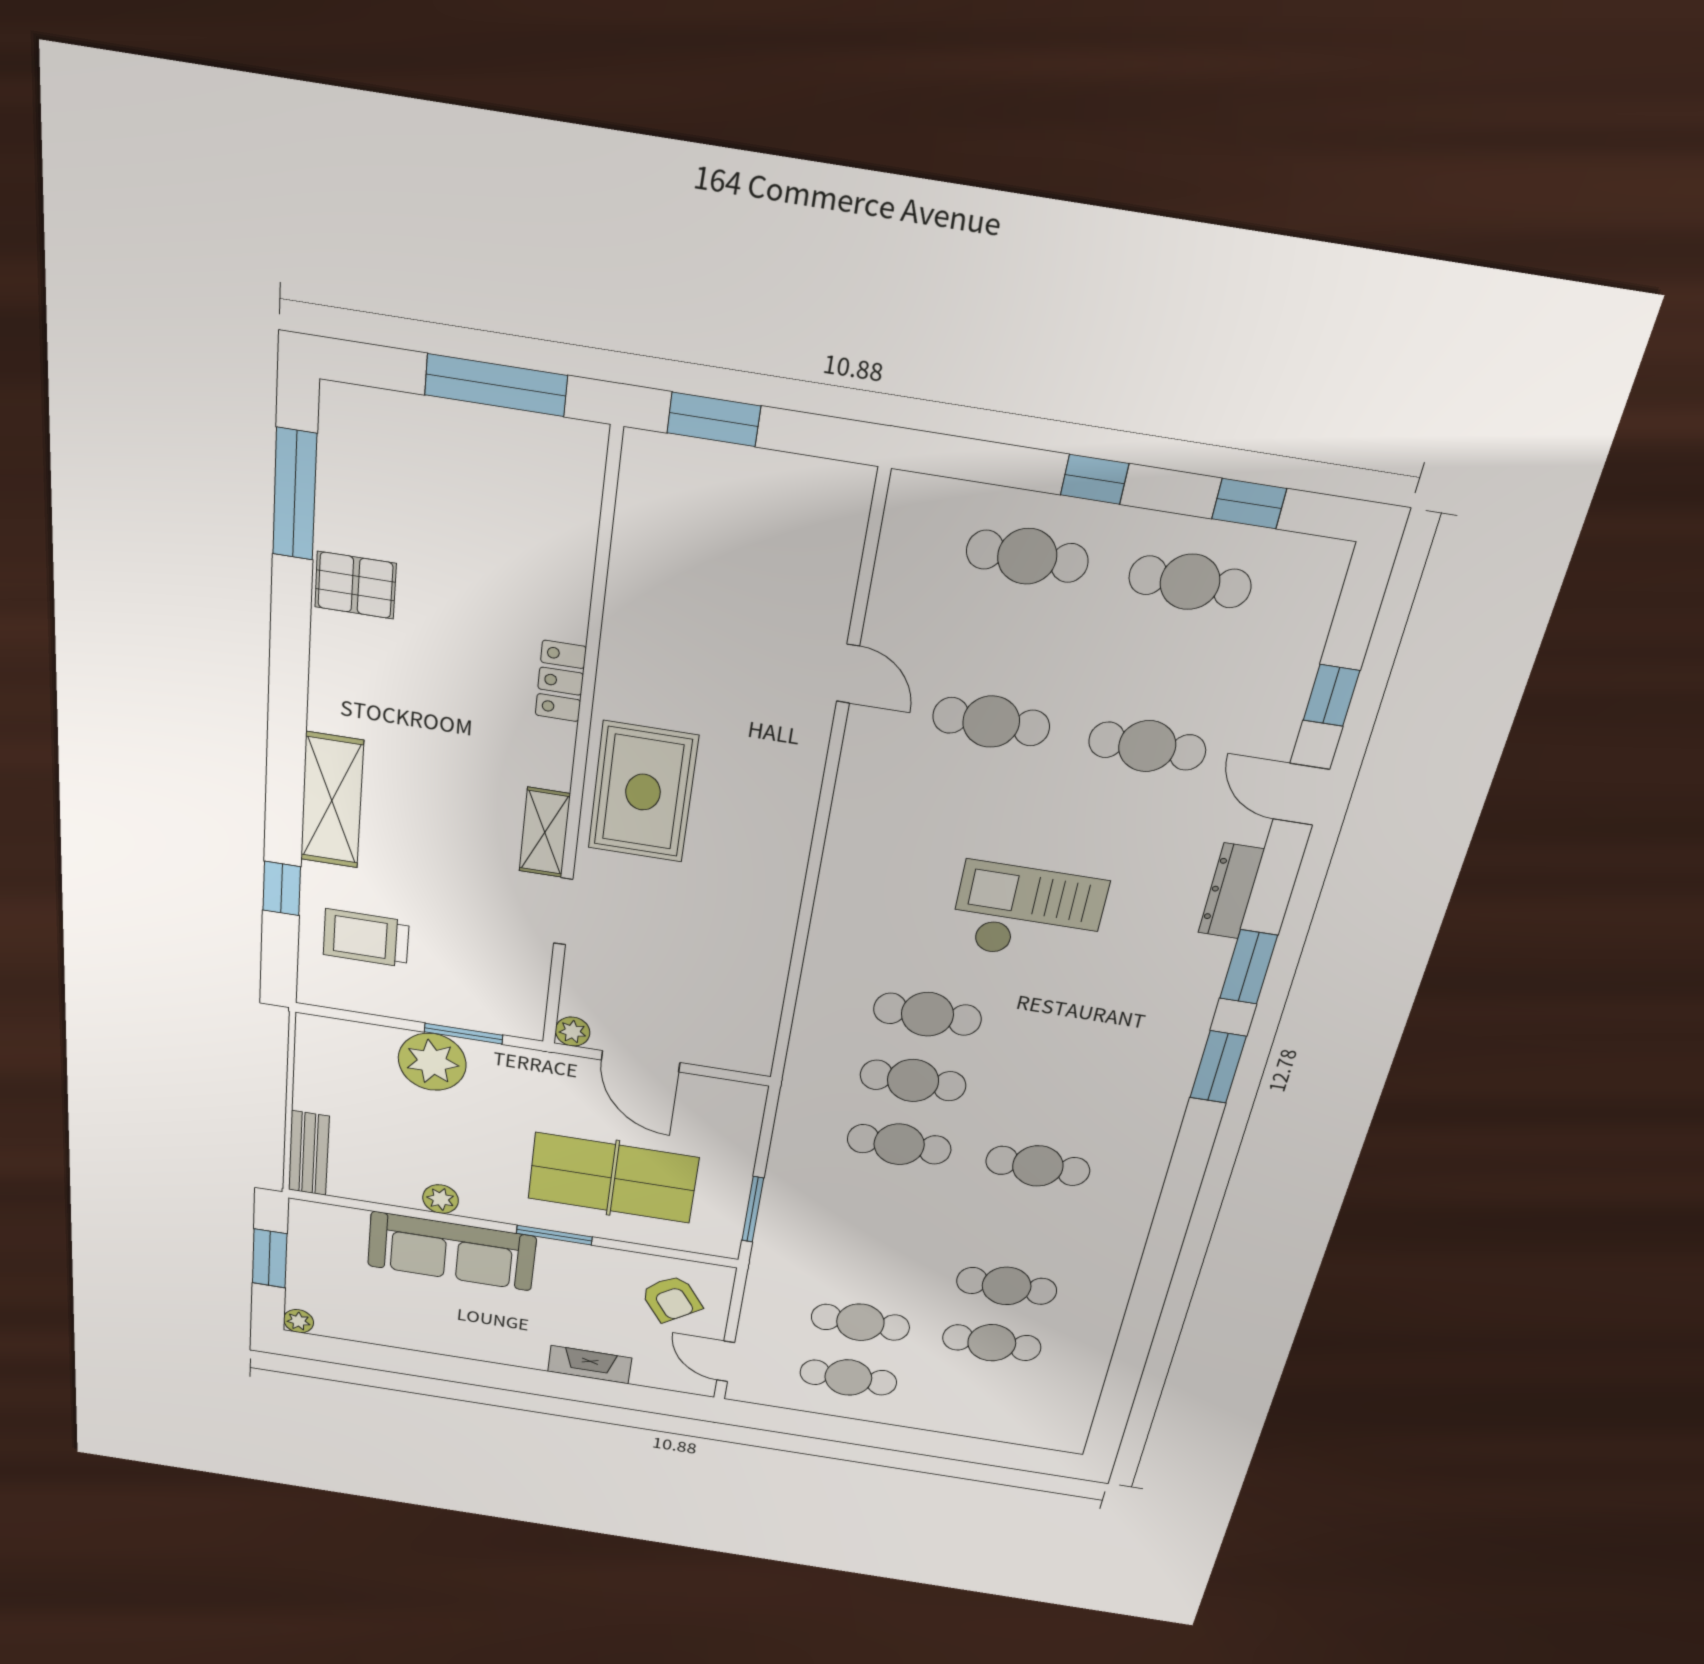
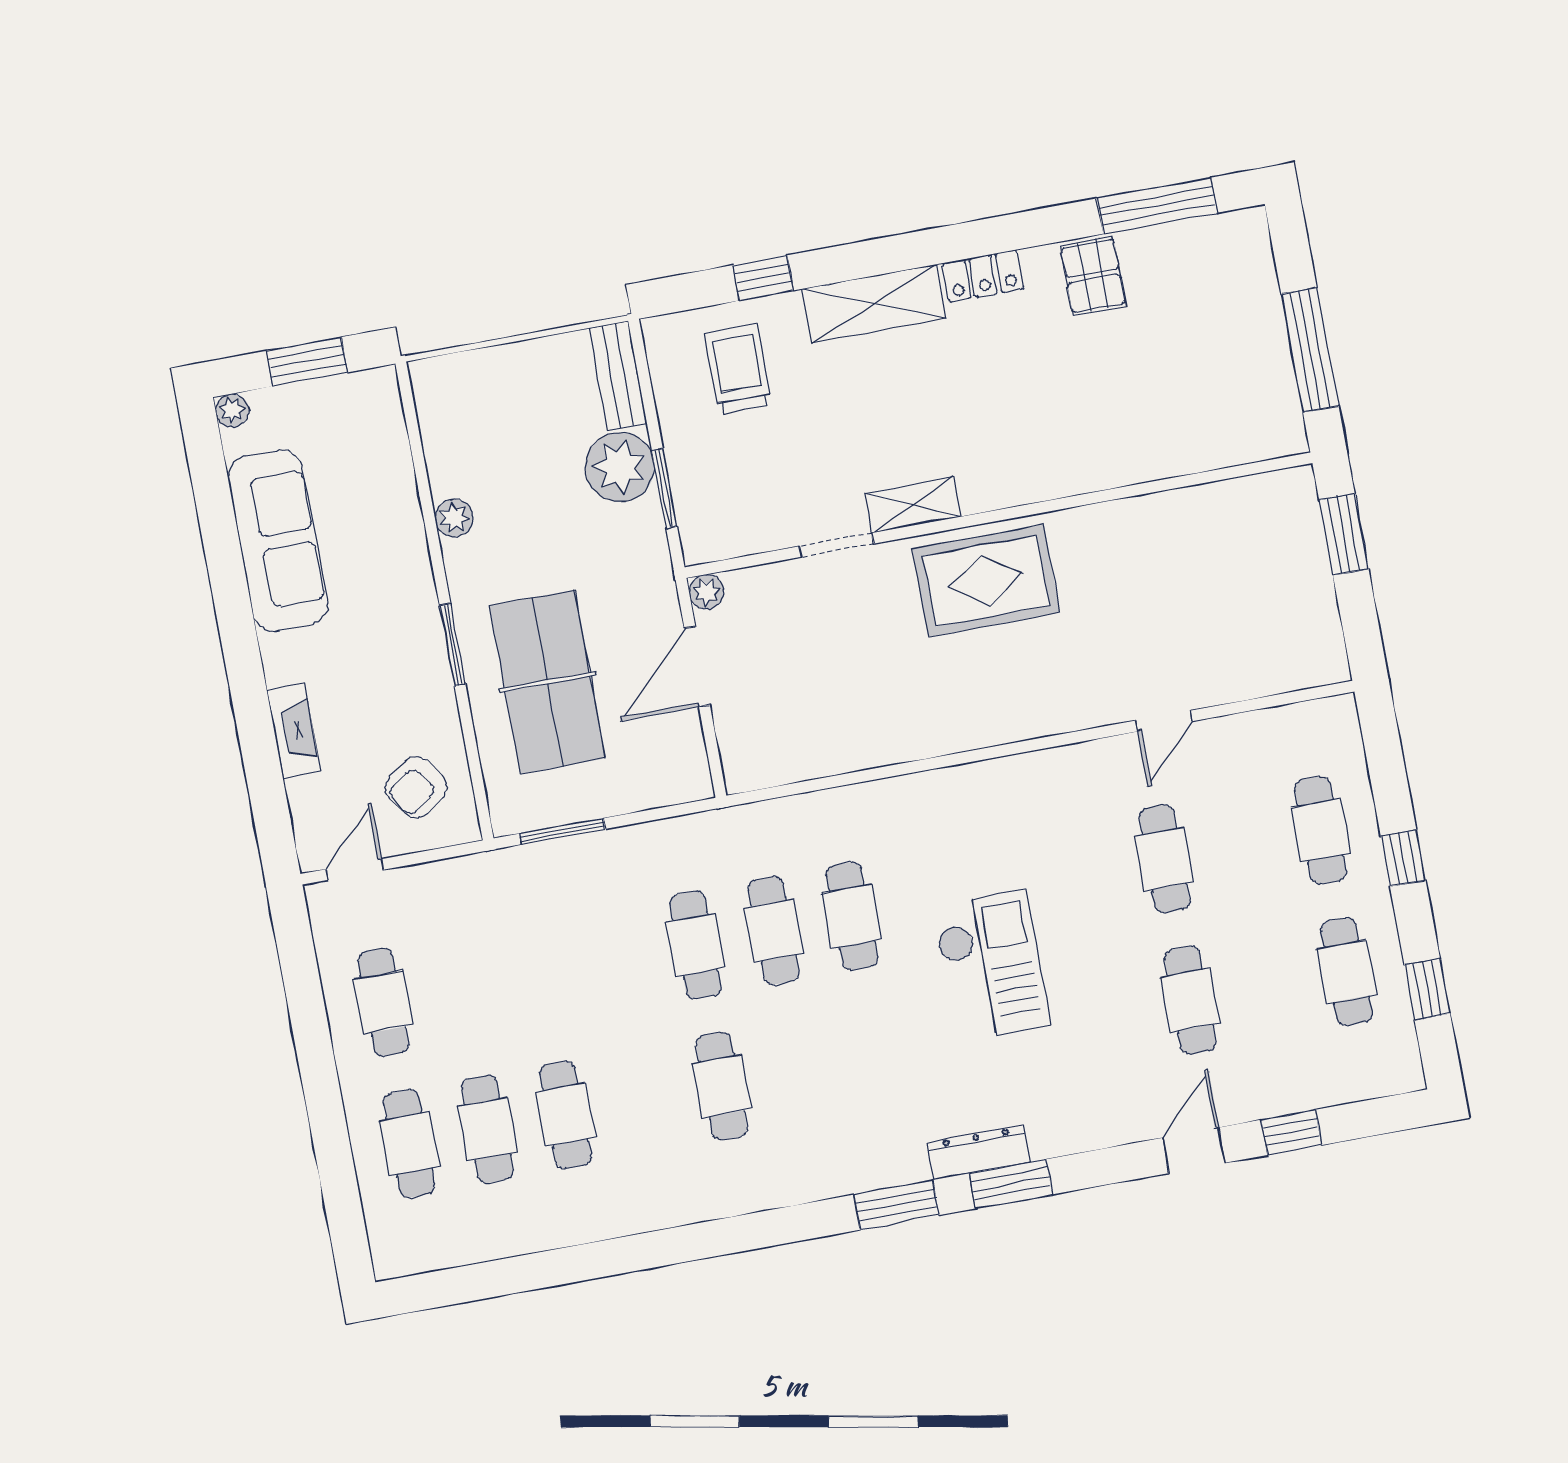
locker: (561, 681) -> (983, 276), moved, turned 180
dresser: (1231, 891) -> (978, 1152), moved
bench: (309, 1153) -> (618, 376), moved, turned 90
sofa: (452, 1251) -> (278, 541), moved, turned 180
cafe table: (860, 1322) -> (409, 1144), moved

